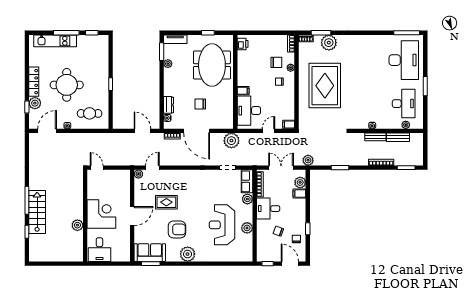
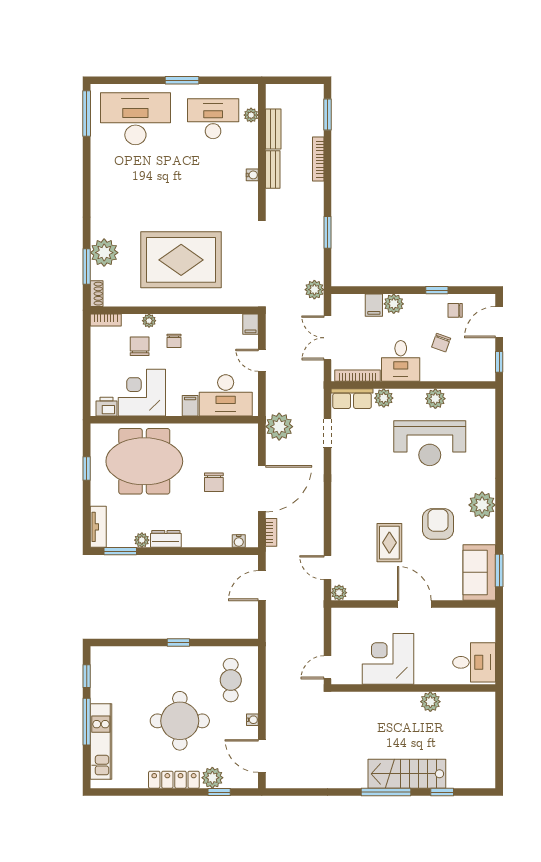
corner desk: (250, 64) -> (142, 393), added
dresser: (169, 105) -> (166, 539), moved
plant: (300, 182) -> (394, 304), moved
corner desk: (101, 214) -> (388, 659), moved

